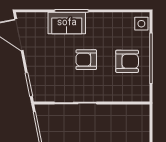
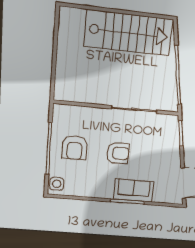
armchair: (127, 61) -> (75, 148), turned -90

